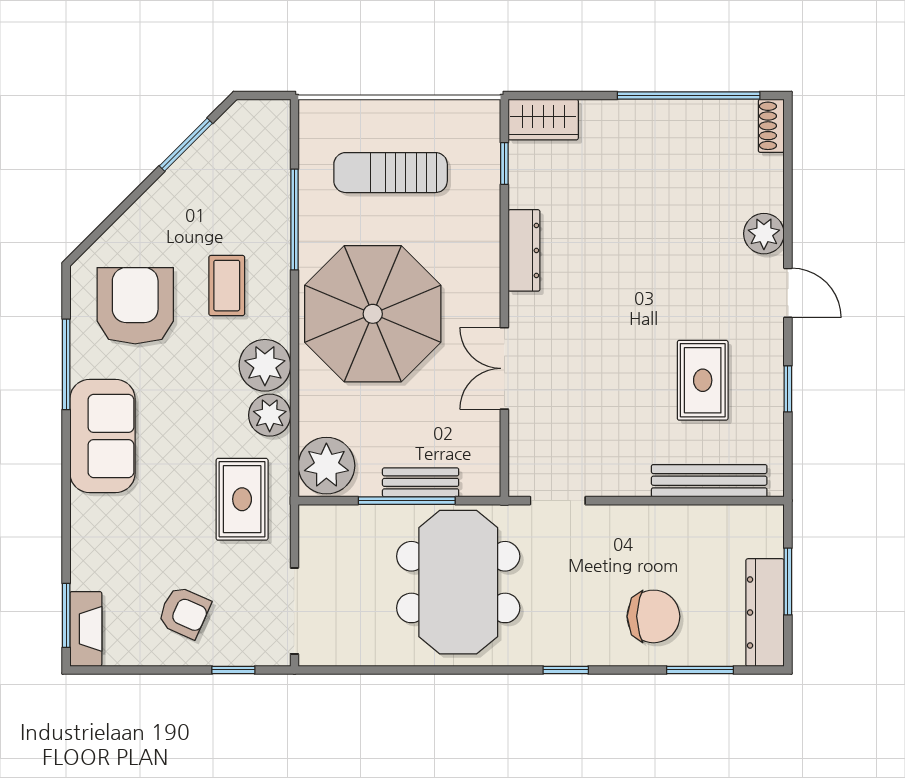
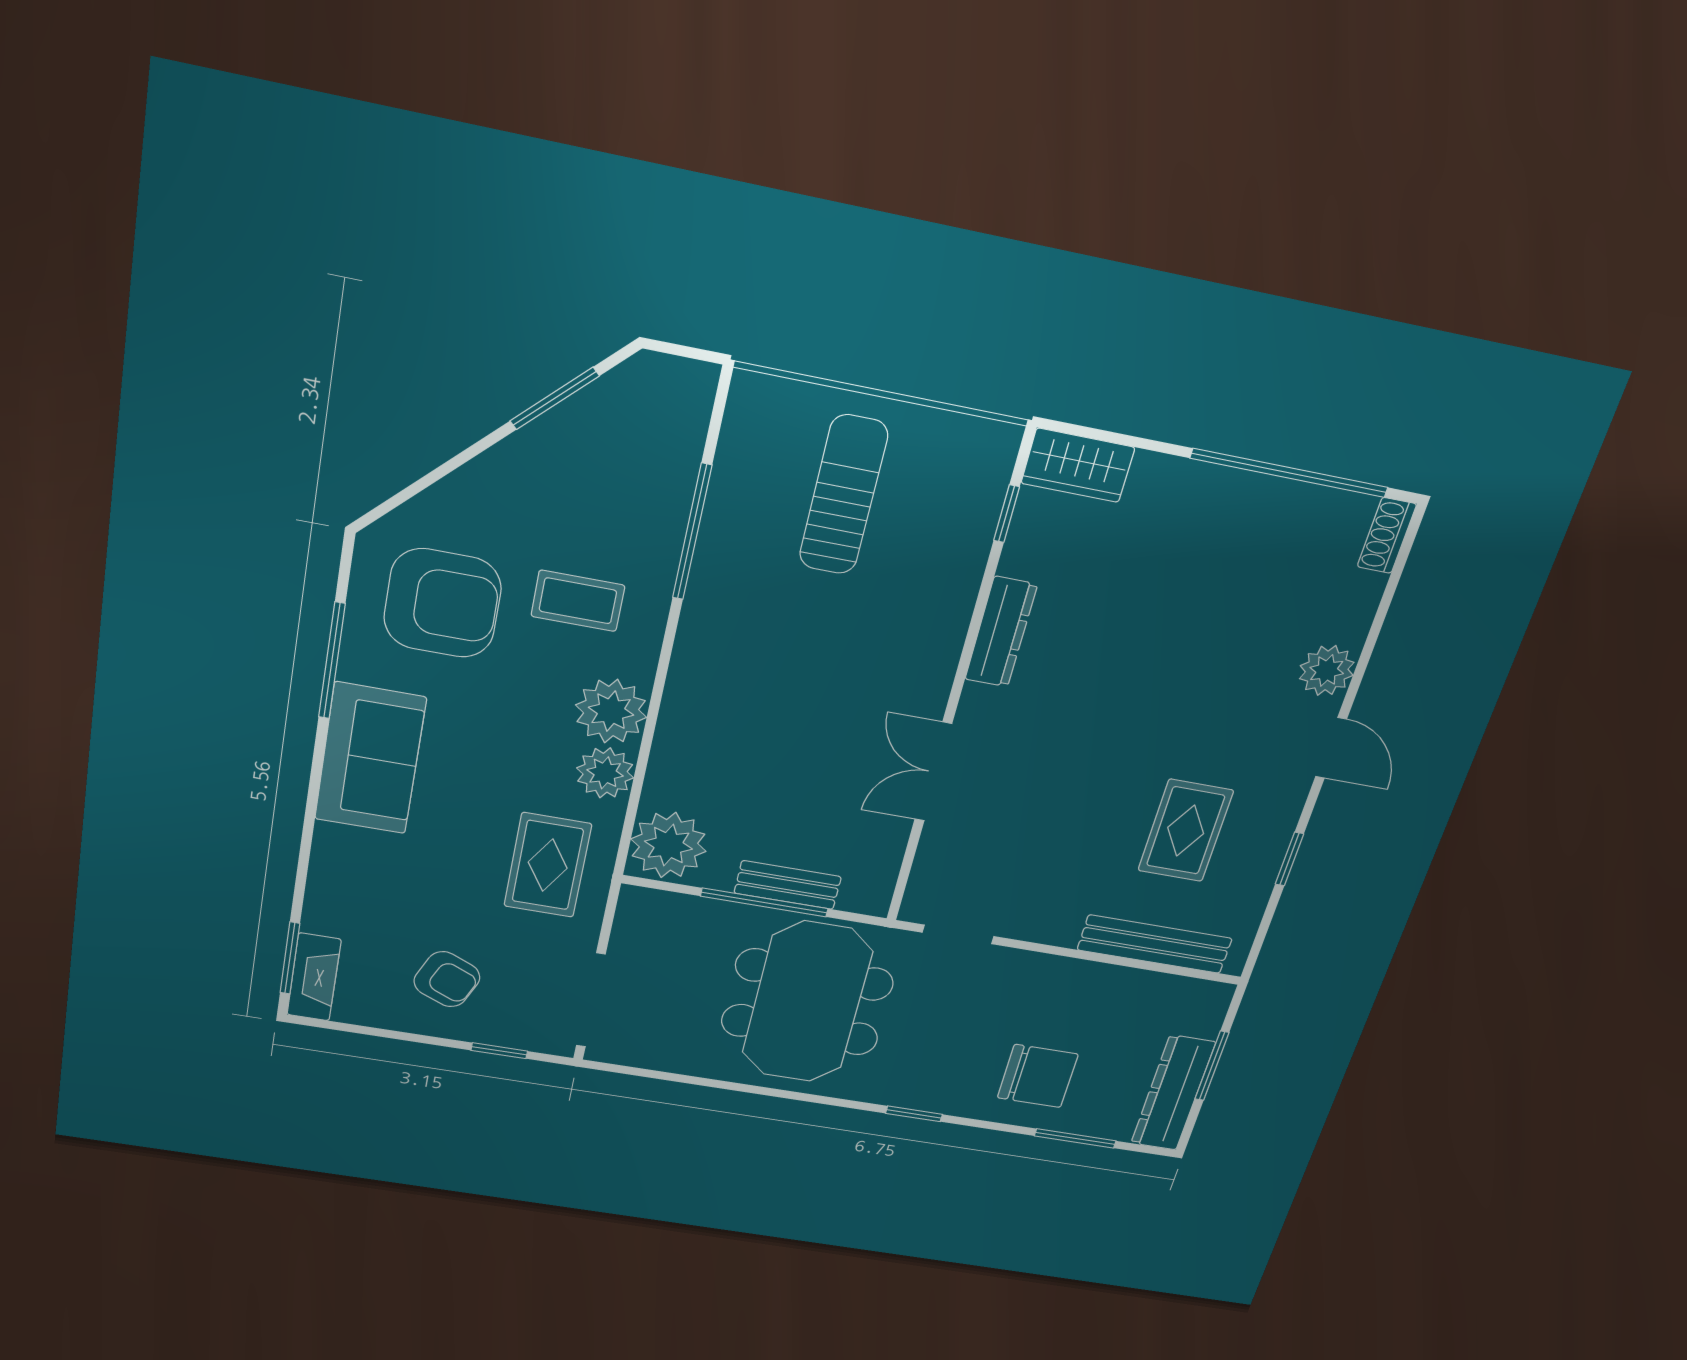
sun lounger: (391, 173) -> (843, 495), turned 90
coffee table: (227, 286) -> (578, 601), turned 90
armchair: (135, 306) -> (443, 603), turned 90
parasol: (373, 314) -> (774, 674), removed

